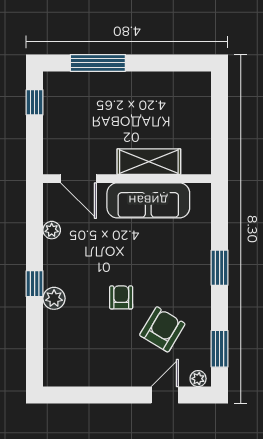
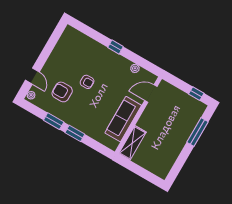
shelving: (149, 162) -> (132, 143), moved
plant: (54, 298) -> (104, 52), removed
armchair: (162, 329) -> (62, 92), turned 149
window: (220, 349) -> (54, 121), moved

